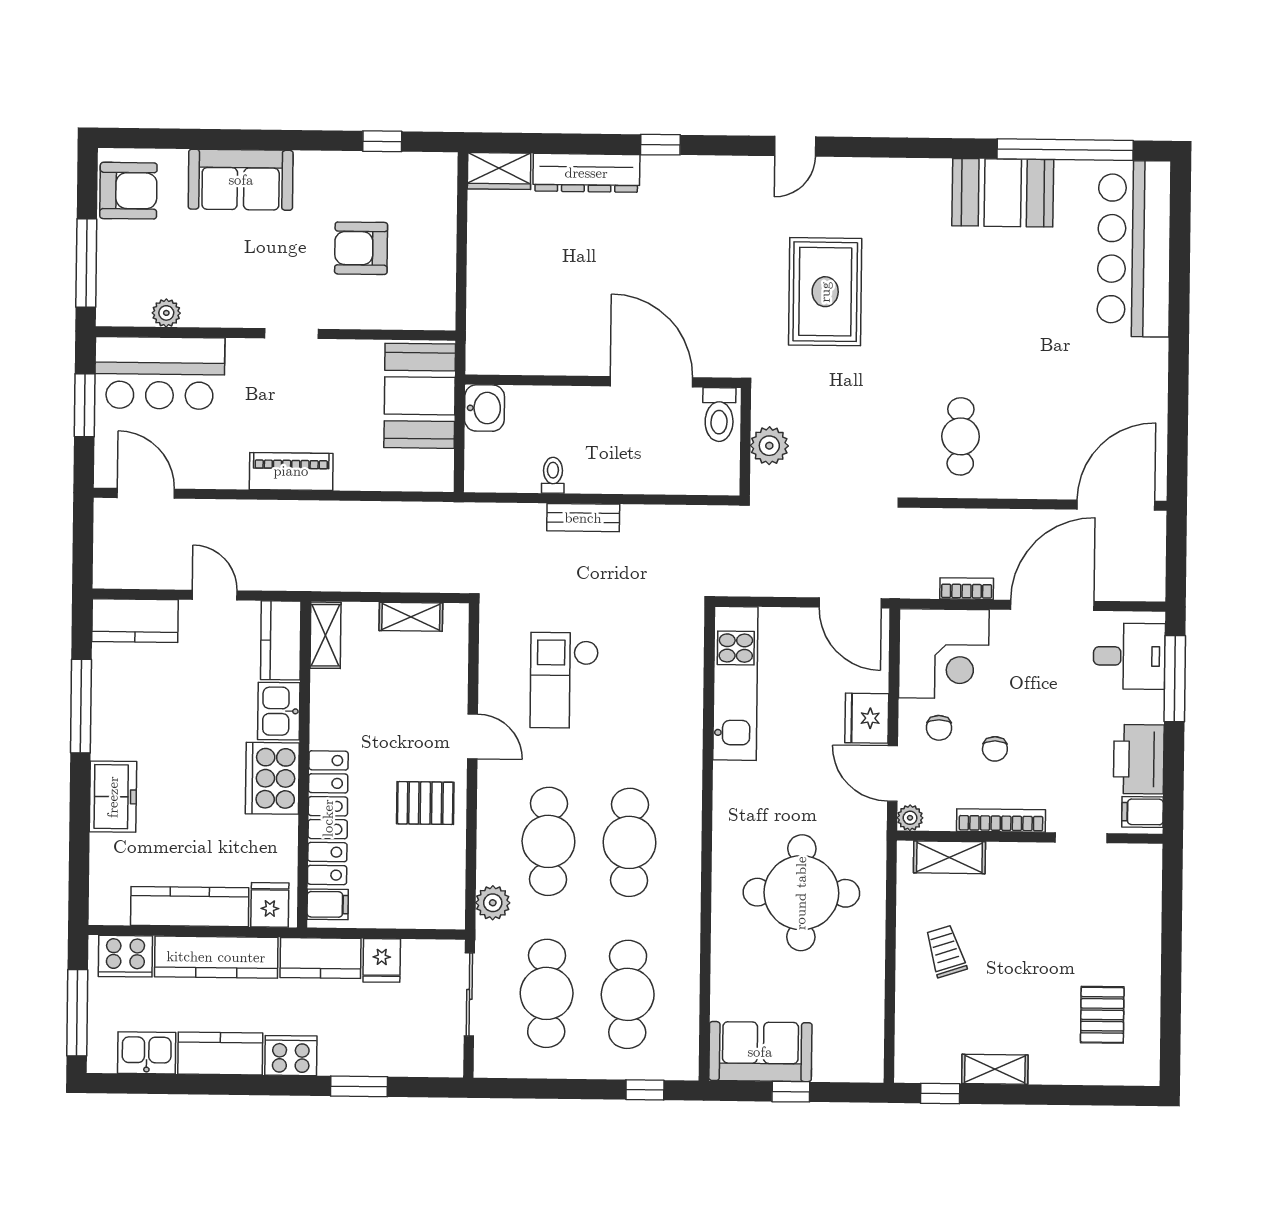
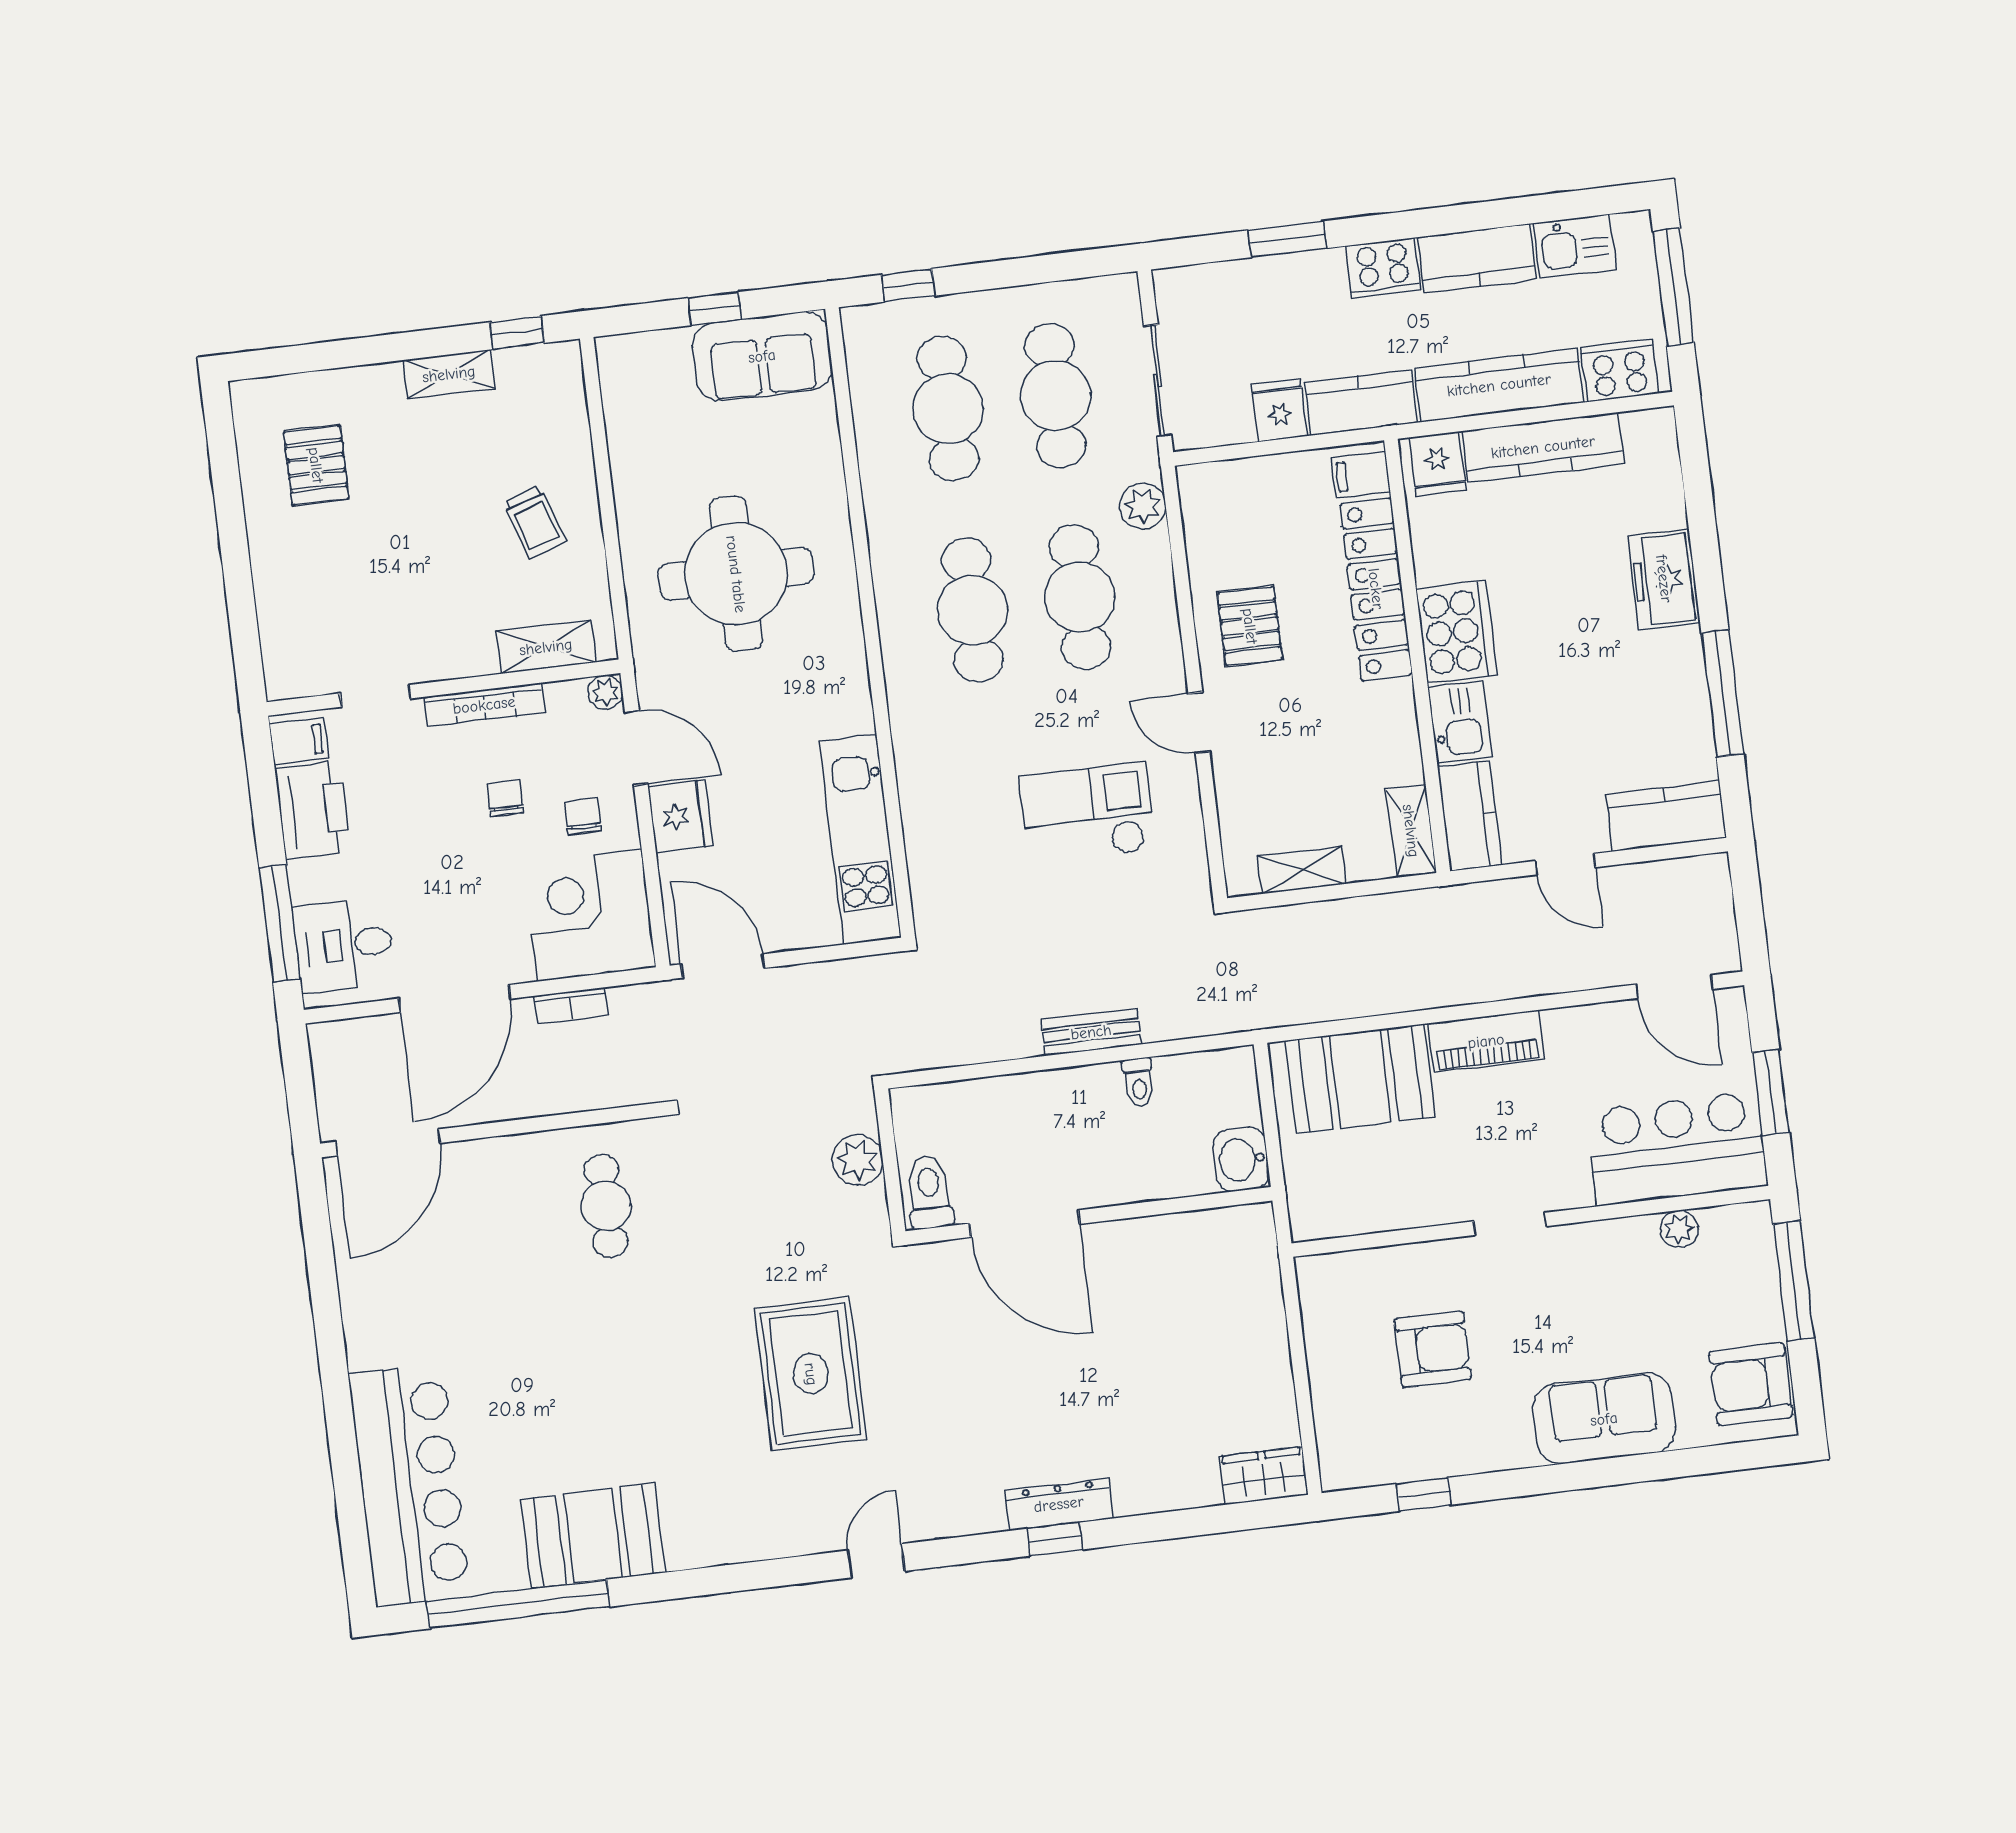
dresser: (586, 173) -> (1059, 1504), moved, width x0.73, depth x0.80
booth: (420, 396) -> (1360, 1079), moved, turned 90
checkout: (564, 680) -> (1087, 813), turned -90
pallet: (425, 803) -> (1250, 626), turned 90

